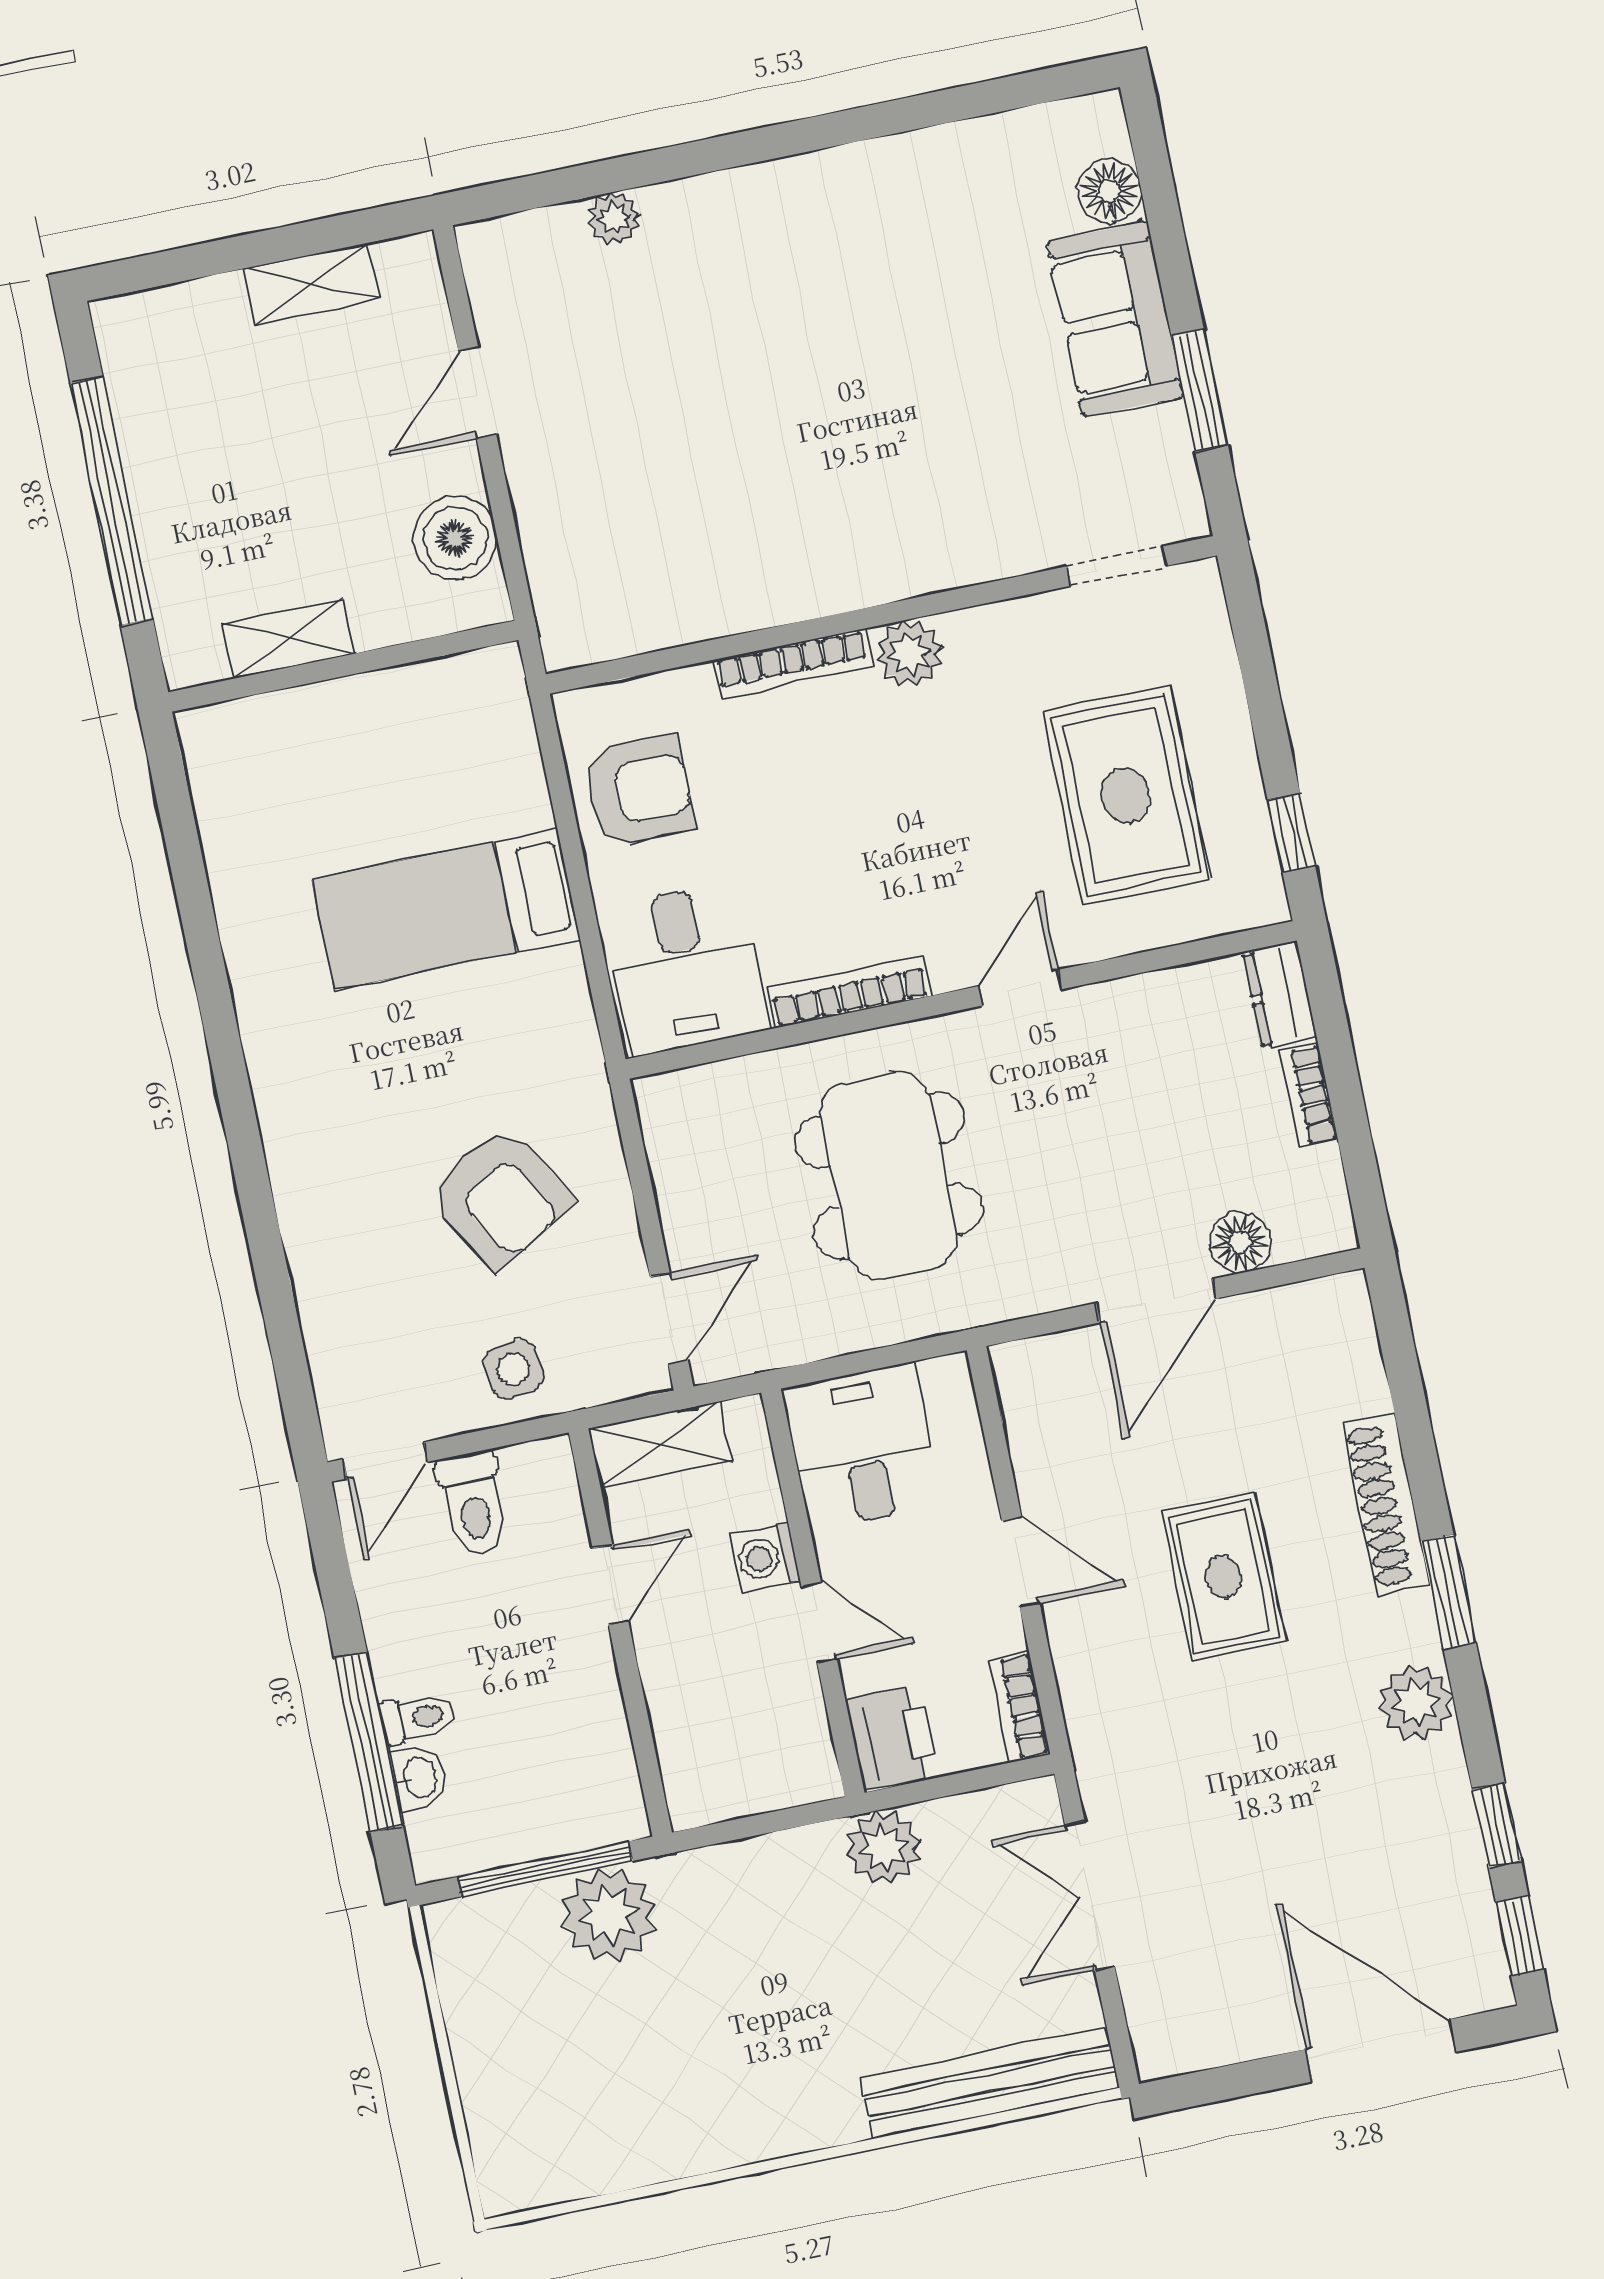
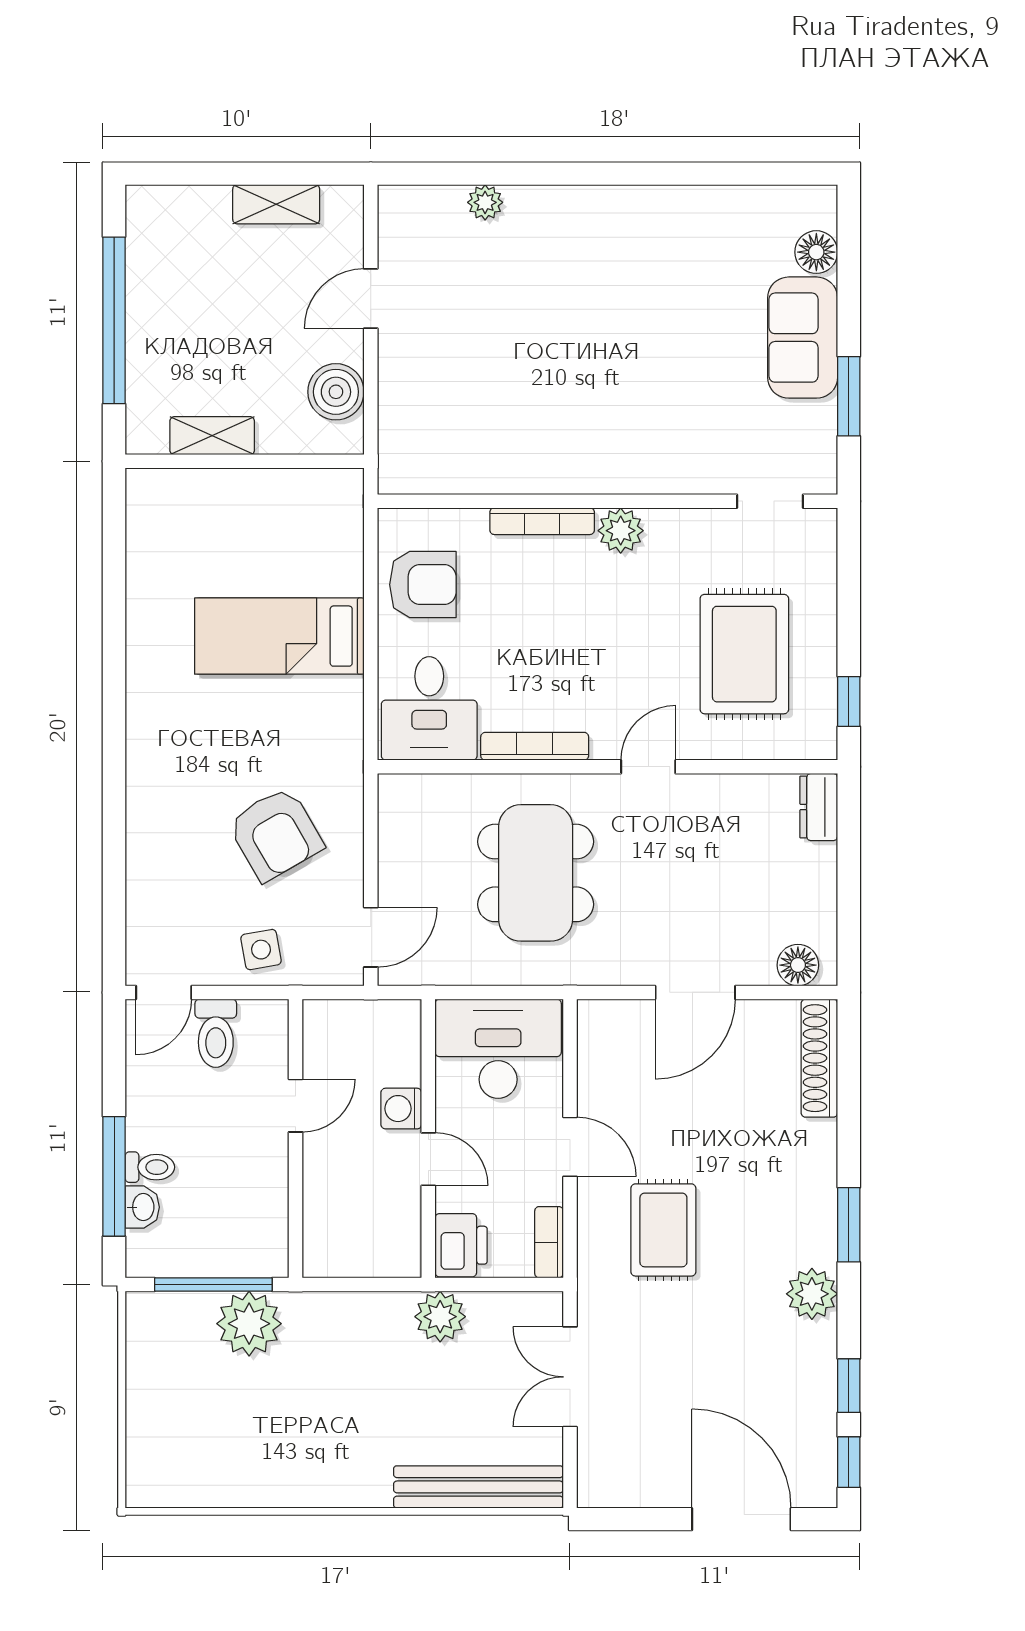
bookcase: (1309, 1096) -> (824, 878), removed
floor lamp: (1240, 1242) -> (798, 965), moved
shelving: (660, 1444) -> (348, 1020), removed
desk: (862, 1447) -> (498, 1049), width x1.37
shoe rack: (1386, 1505) -> (819, 1058), moved
rug: (1223, 1577) -> (663, 1230), moved

